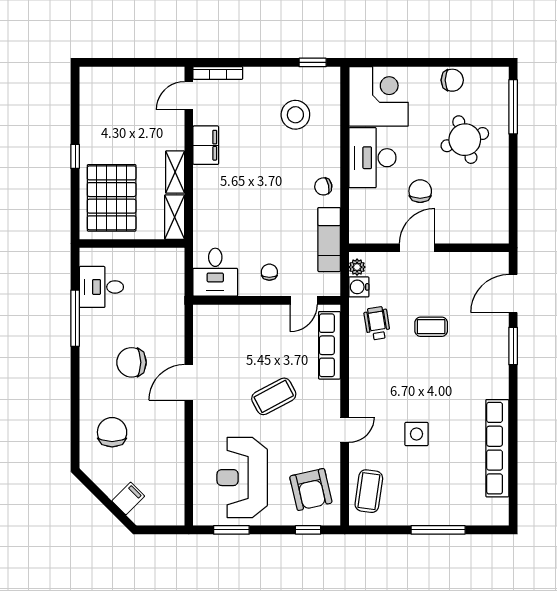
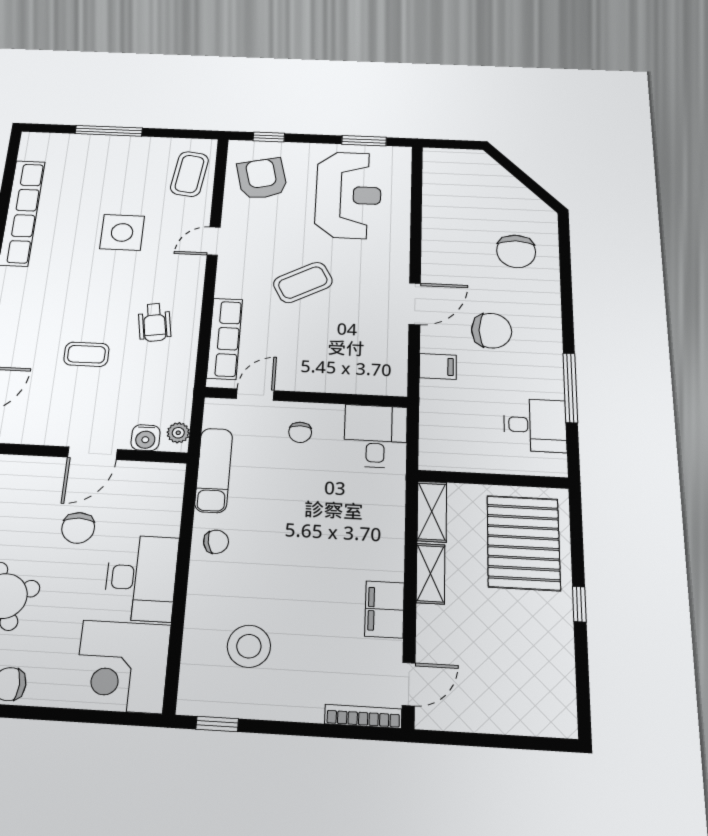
water cooler: (359, 287) -> (146, 438), moved, turned 90
wheelchair: (377, 323) -> (154, 322), moved
side table: (416, 434) -> (122, 232), width x1.37, depth x1.37
filing cabinet: (128, 498) -> (438, 366), moved, turned -135

